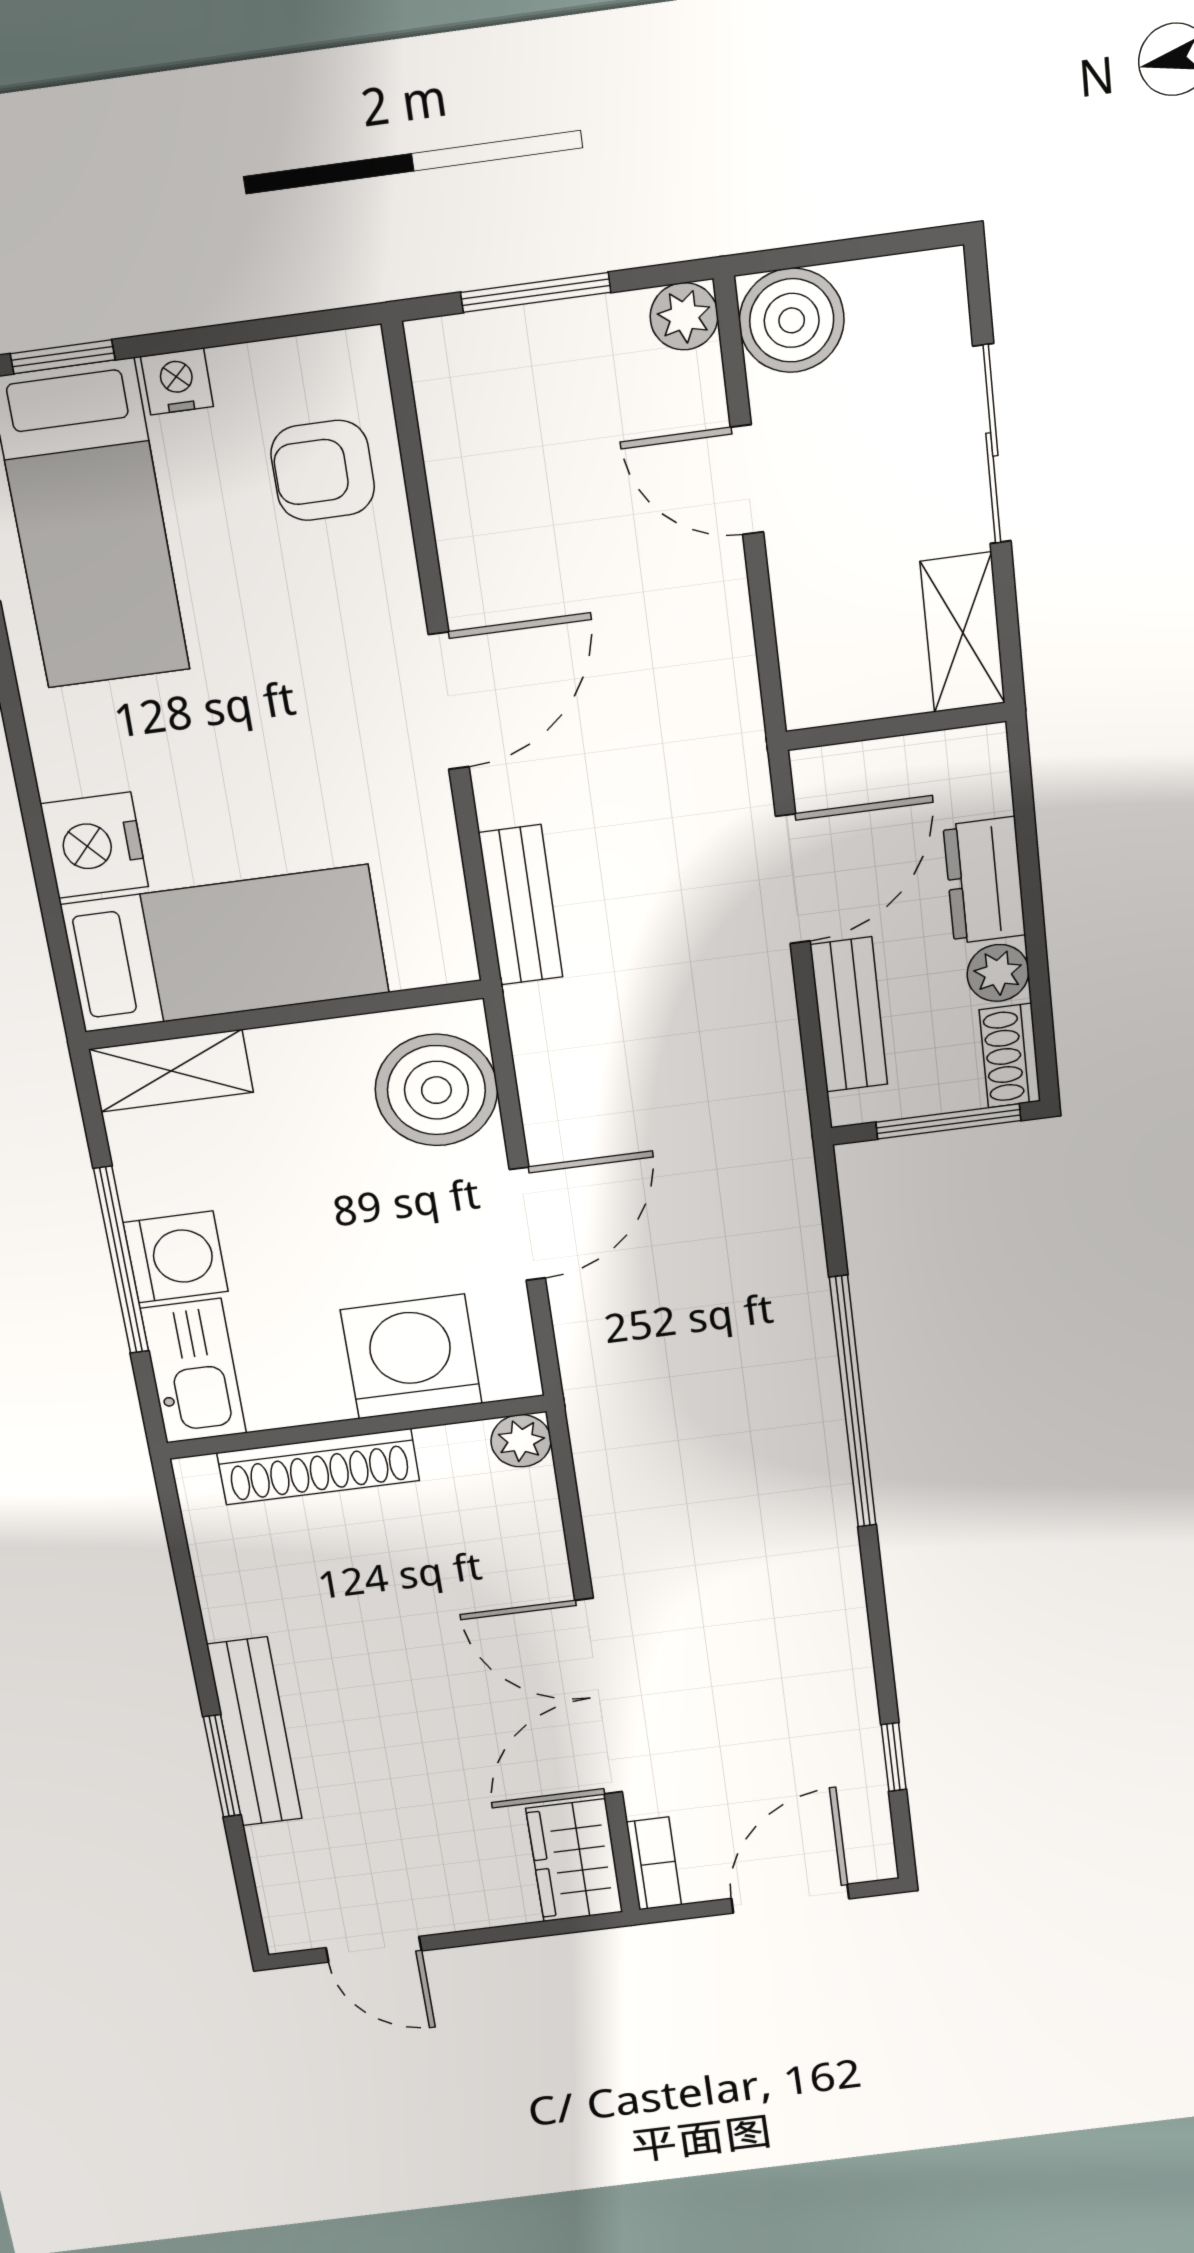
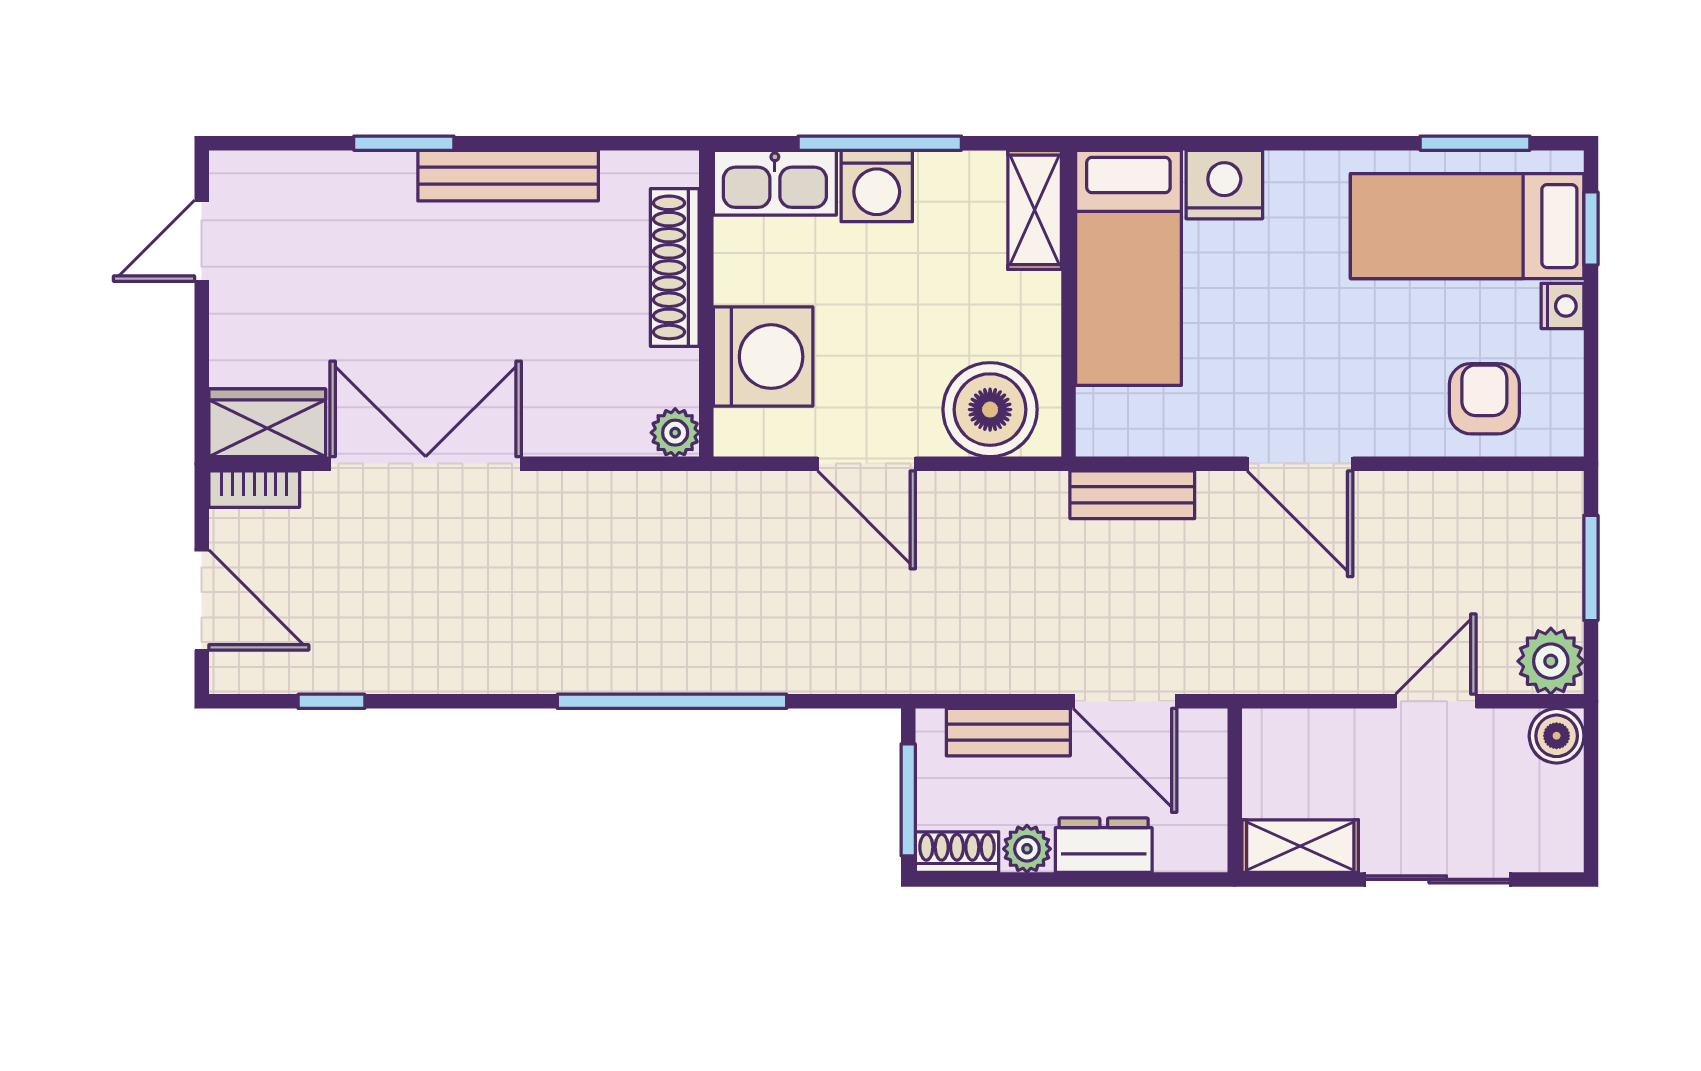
plant: (684, 316) -> (1551, 661), width x1.38, depth x1.38
boiler: (792, 320) -> (1557, 736), width x0.73, depth x0.73
bench: (255, 1732) -> (508, 176), moved

